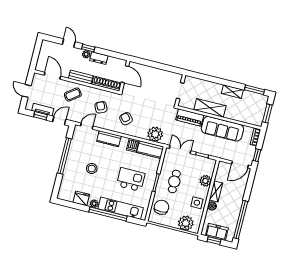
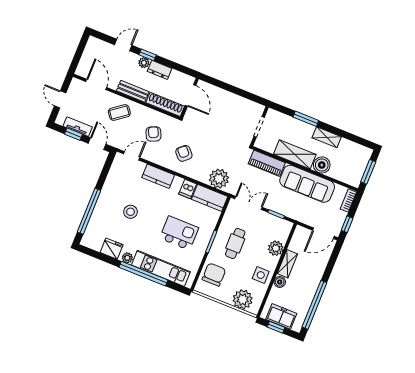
door: (69, 43) -> (123, 45), hinge flipped
window: (254, 90) -> (306, 119), moved
boiler: (232, 113) -> (322, 165), added
door: (59, 121) -> (97, 144), hinge flipped
window: (64, 156) -> (89, 211), moved

